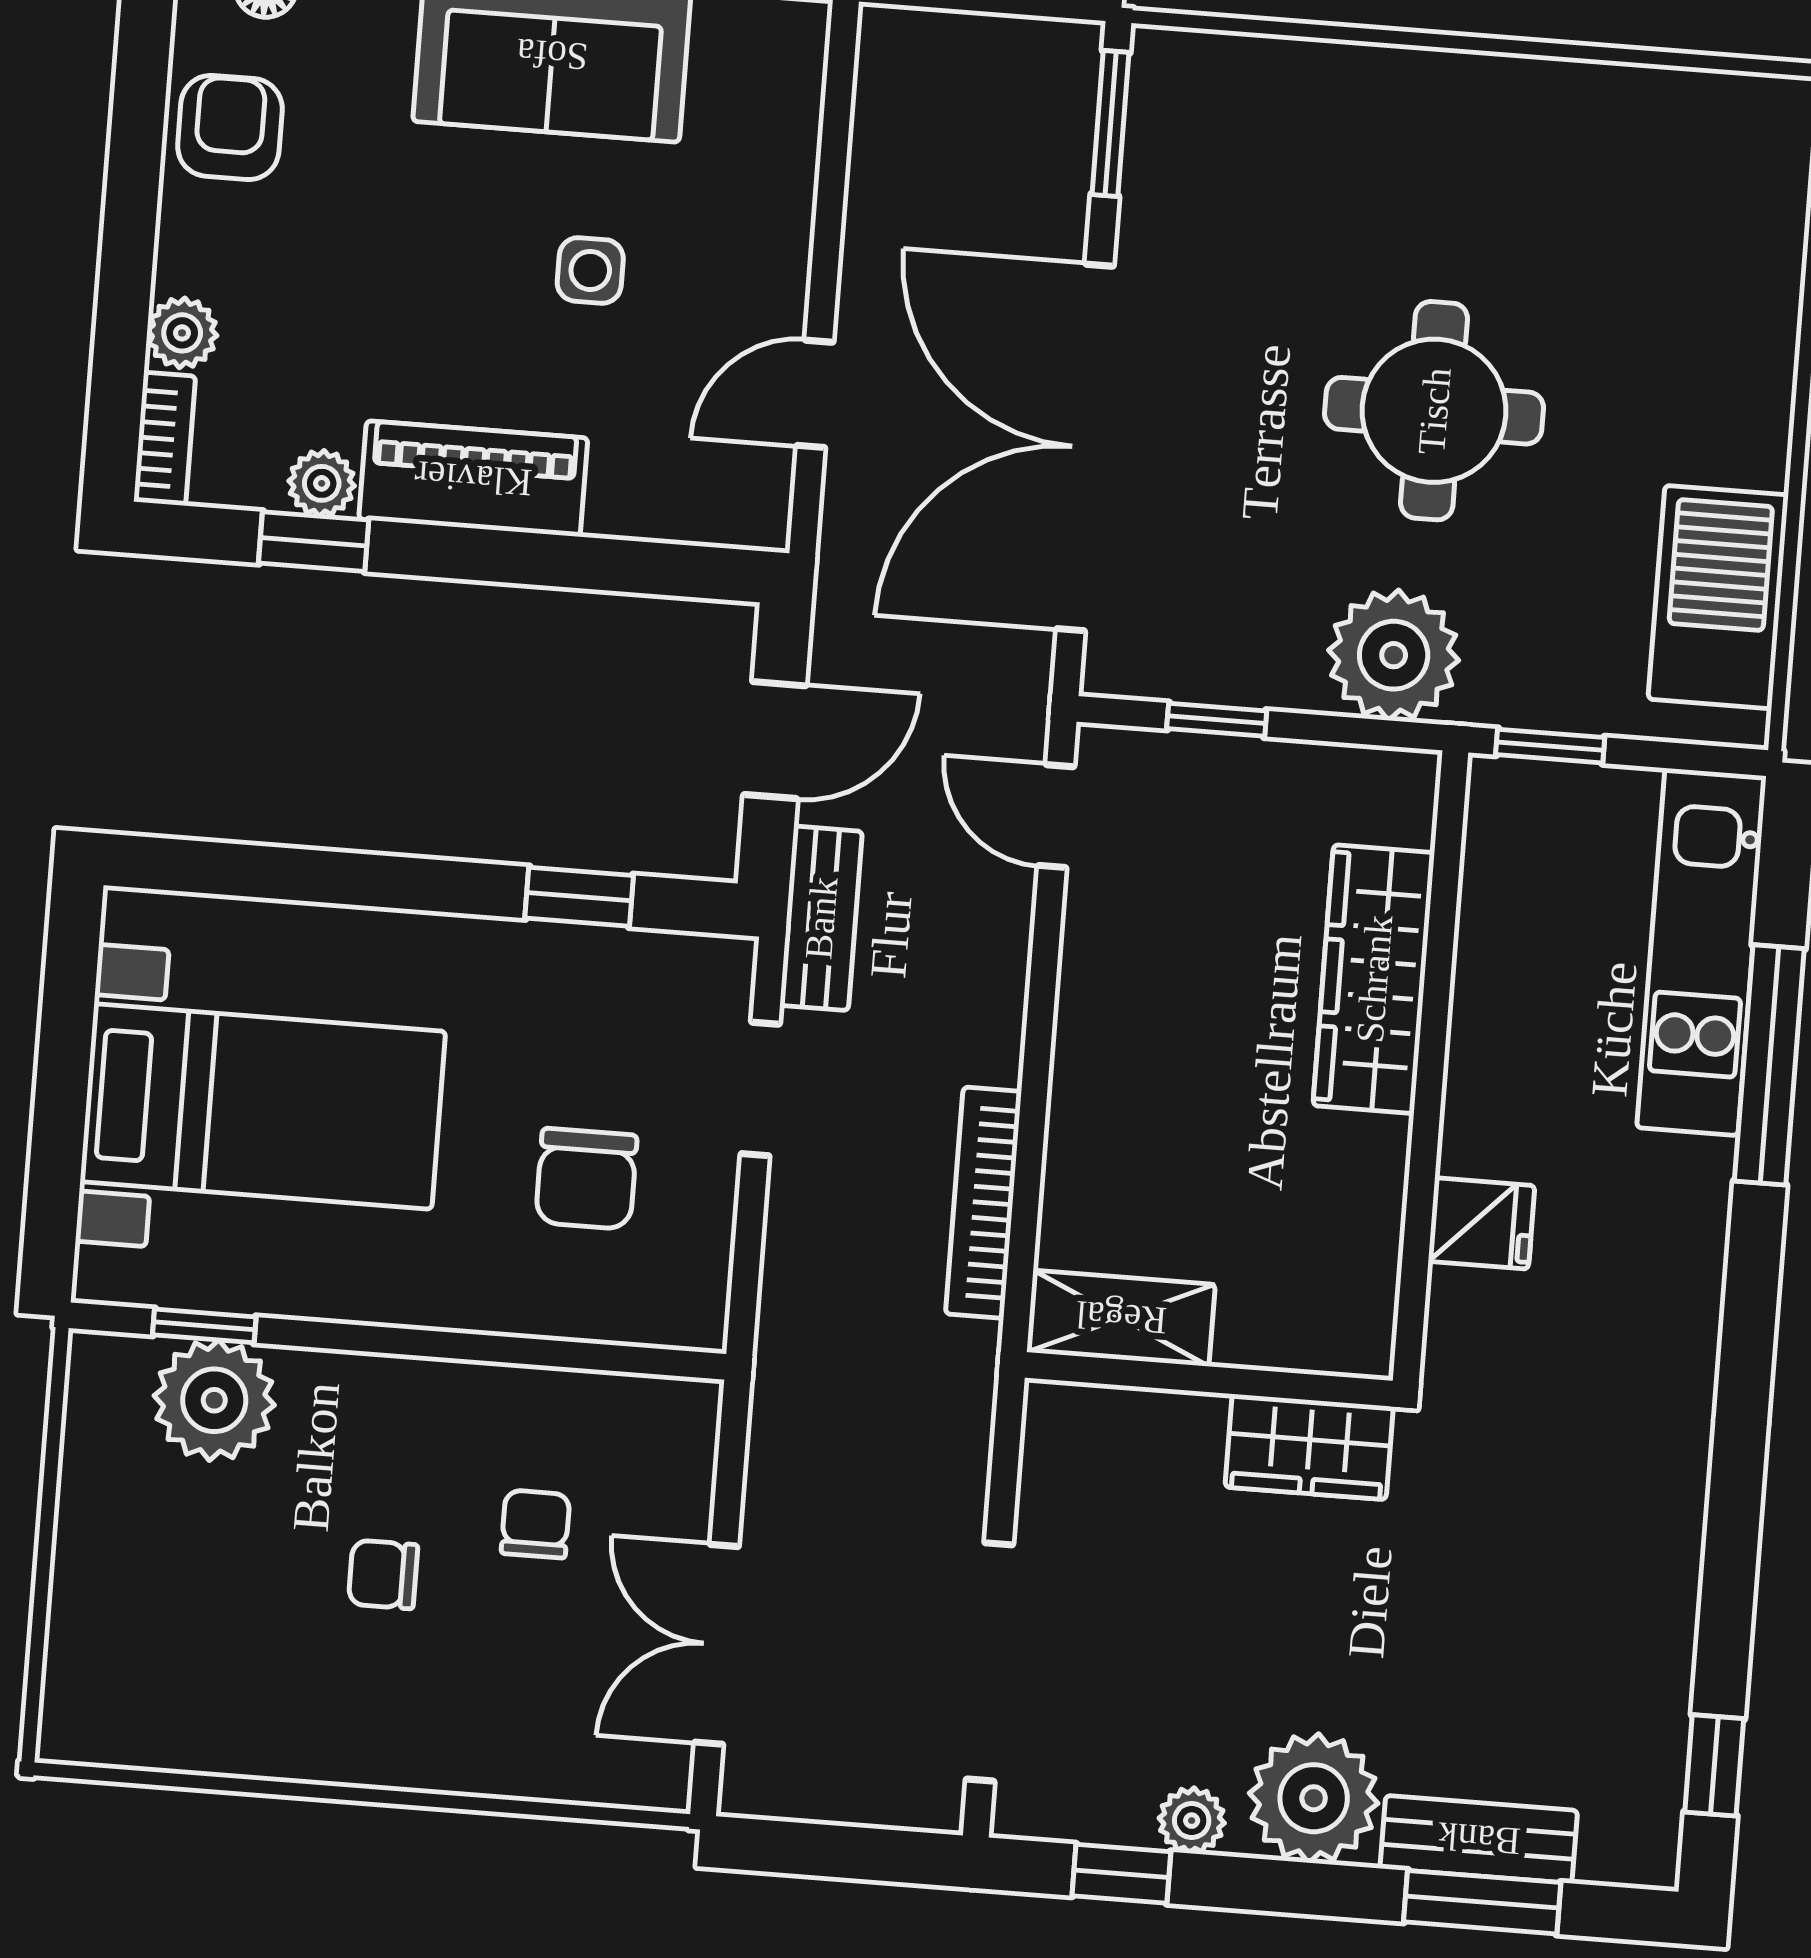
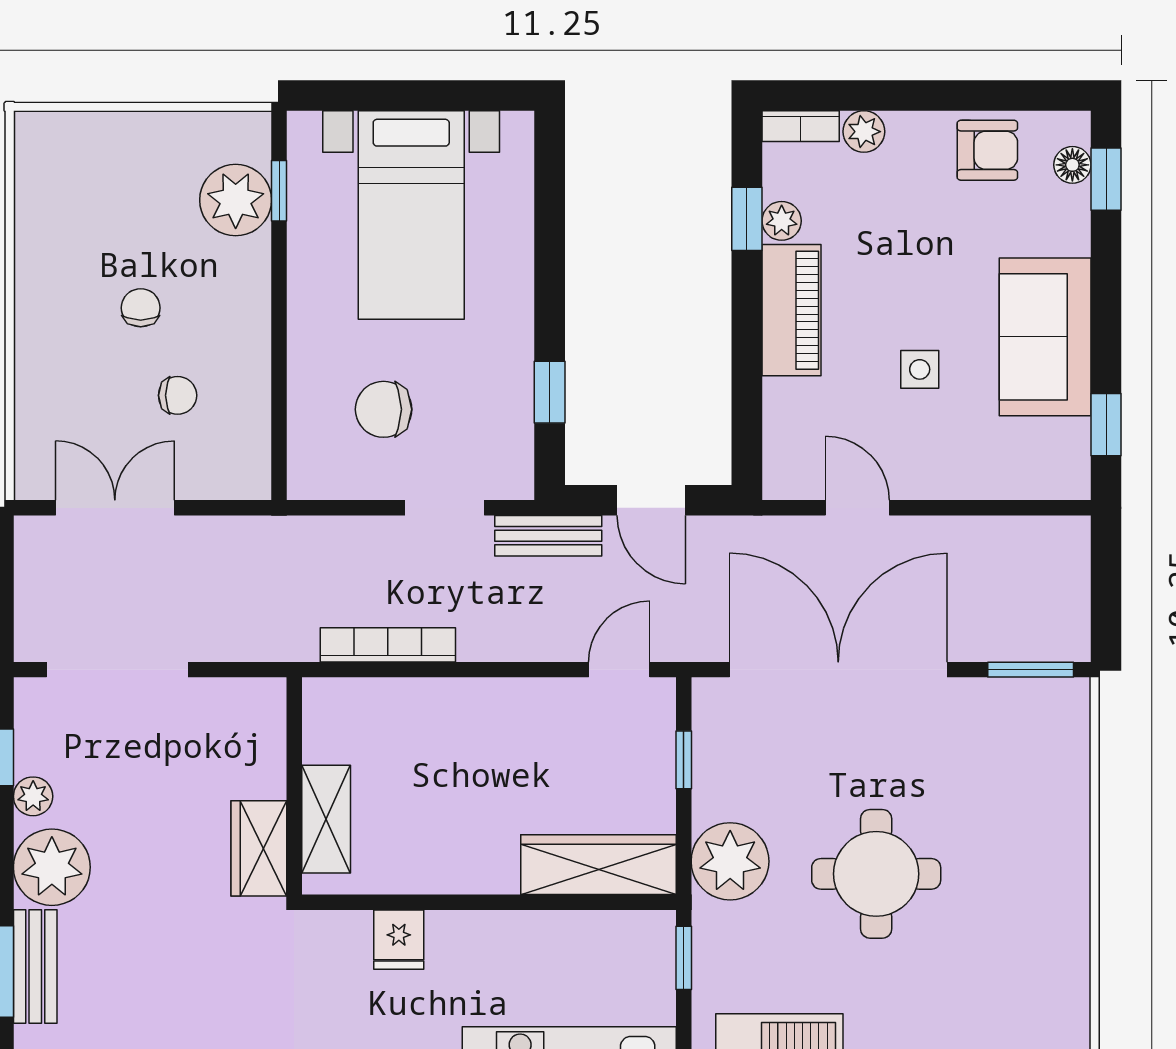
wardrobe: (1374, 979) -> (599, 865), moved
shelving: (1121, 1318) -> (326, 819), moved

